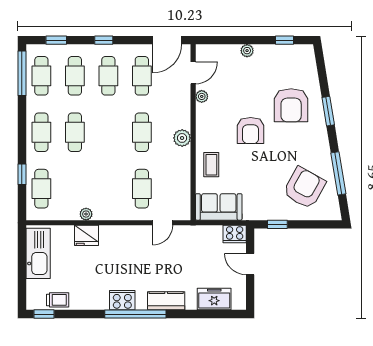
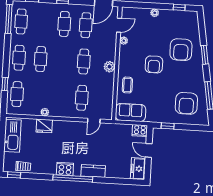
cafe table: (75, 76) -> (43, 23), removed
armchair: (304, 188) -> (186, 103), turned 151
freezer: (214, 299) -> (138, 169), moved, turned -90

